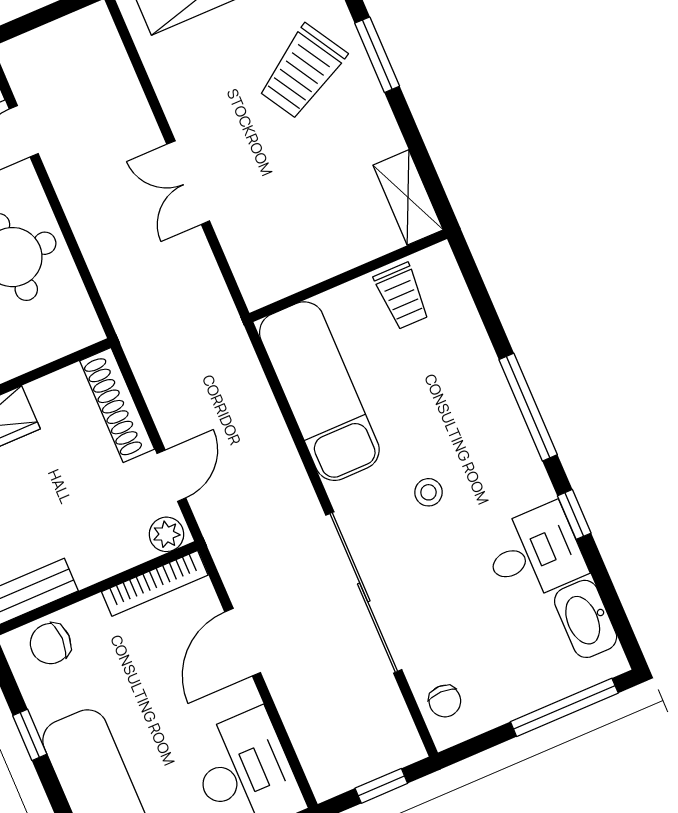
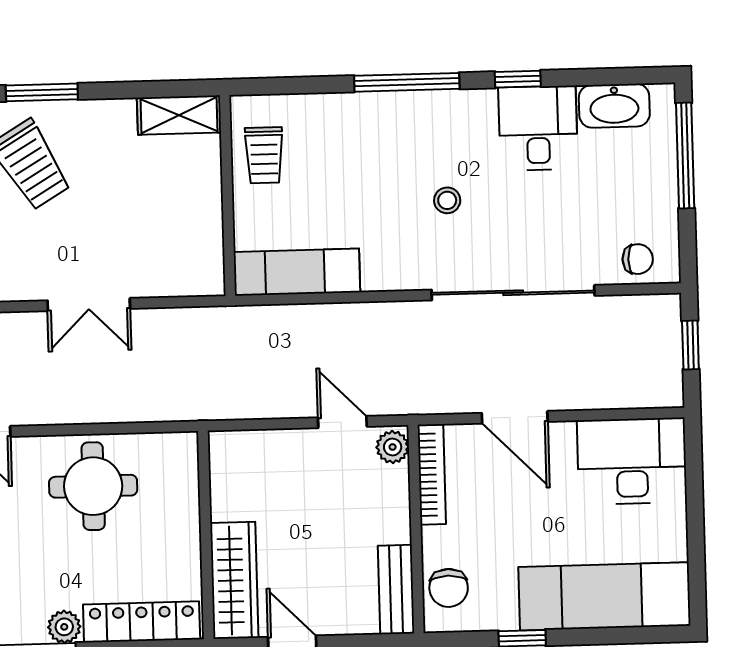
trolley: (402, 296) -> (264, 155), turned 90
exam couch: (319, 391) -> (297, 272), width x0.73, depth x0.69
shoe rack: (117, 405) -> (261, 445), removed

